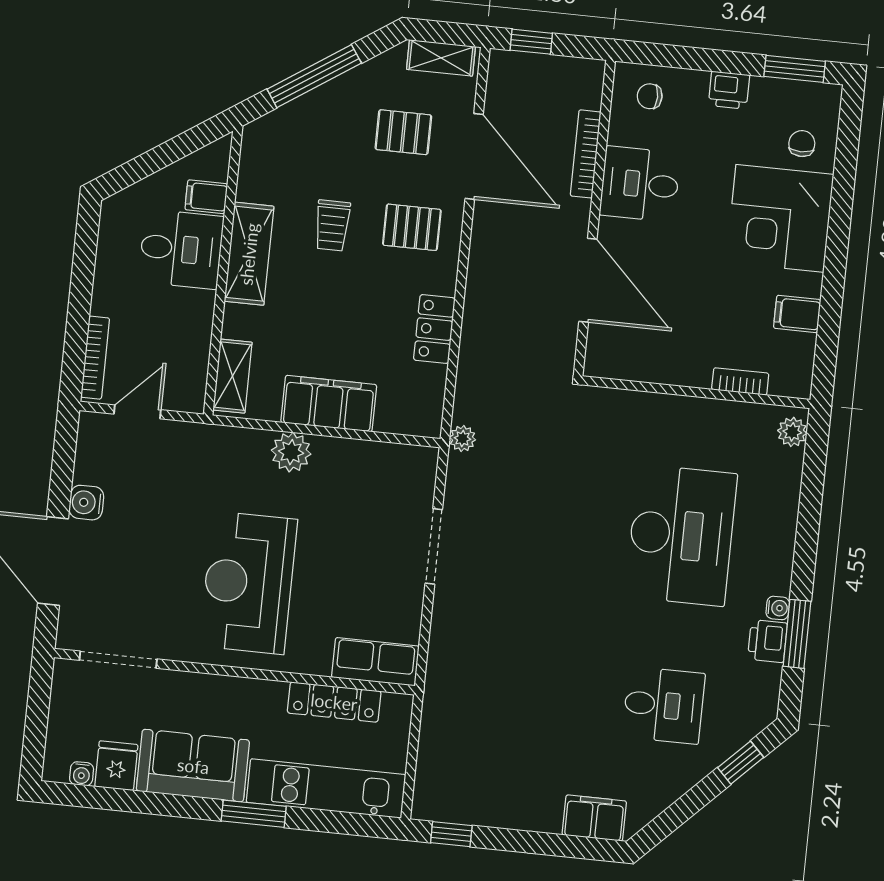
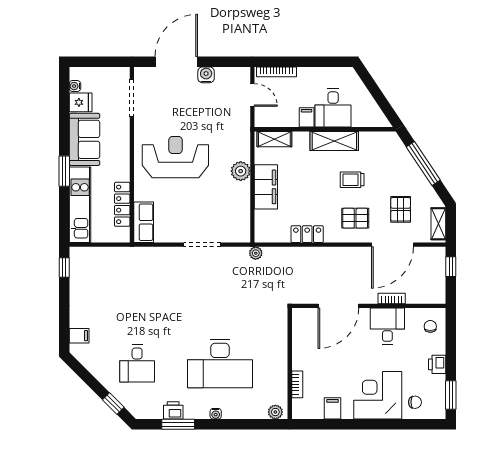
bookcase: (586, 154) -> (392, 298), width x0.64
filing cabinet: (206, 197) -> (307, 117), moved
pallet: (412, 227) -> (355, 218), turned 90
water cooler: (778, 608) -> (216, 414), moved
filing cabinet: (594, 818) -> (79, 336), width x0.50

